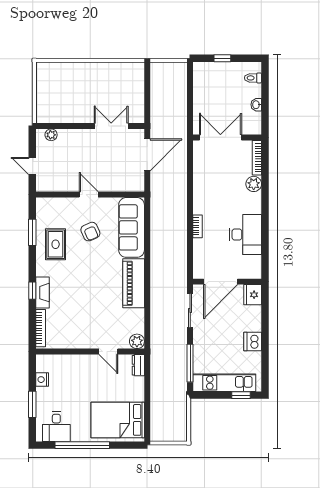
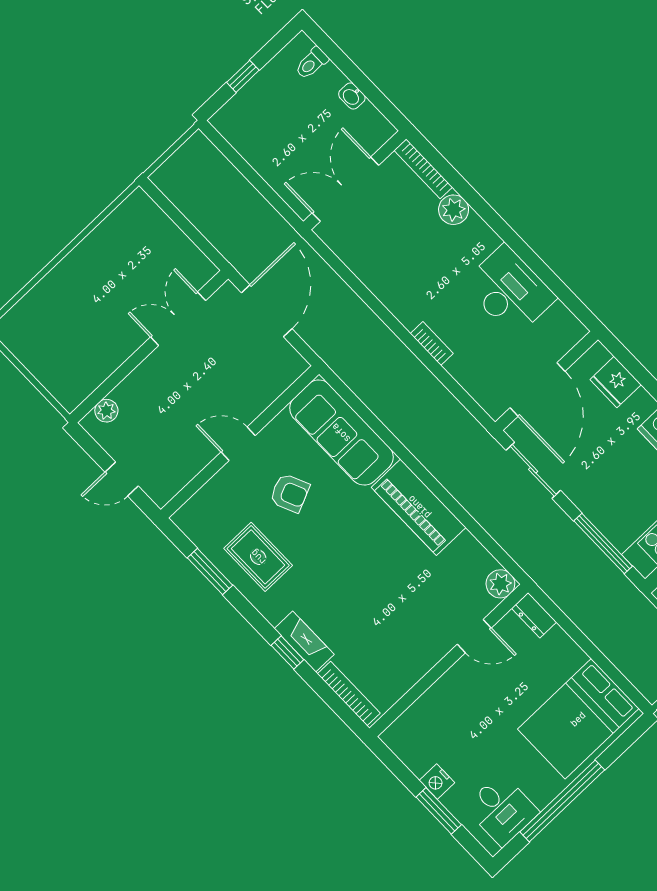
fridge: (253, 295) -> (616, 382), moved
nightstand: (42, 380) -> (437, 782), moved

